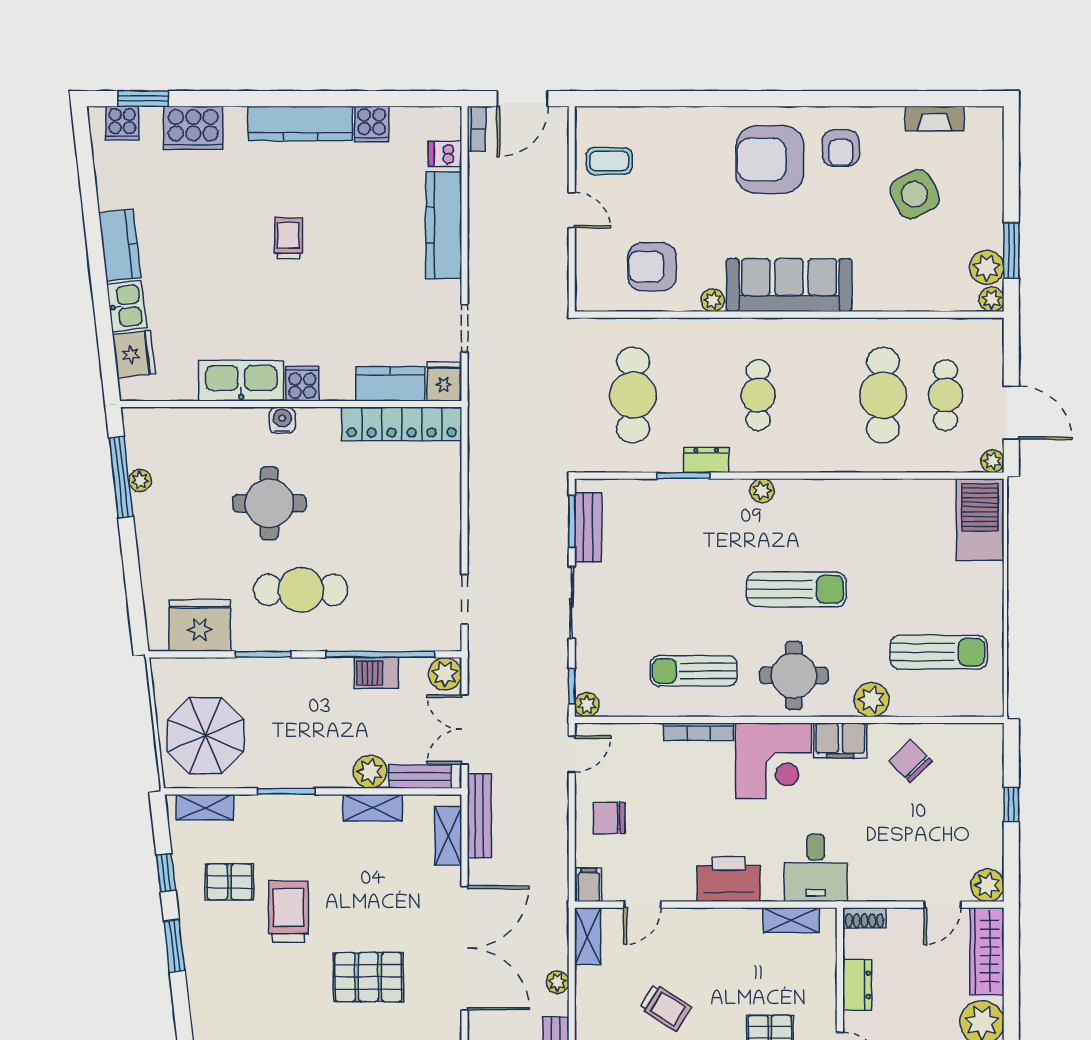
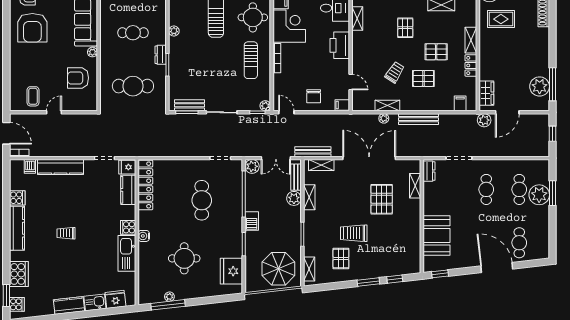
armchair: (652, 267) -> (78, 78), turned 90
round table: (269, 503) -> (184, 258), moved
cafe table: (301, 590) -> (202, 200), moved
barbecue: (376, 673) -> (252, 221), moved
window: (166, 873) -> (395, 279), moved
shelving: (588, 936) -> (387, 106), moved

